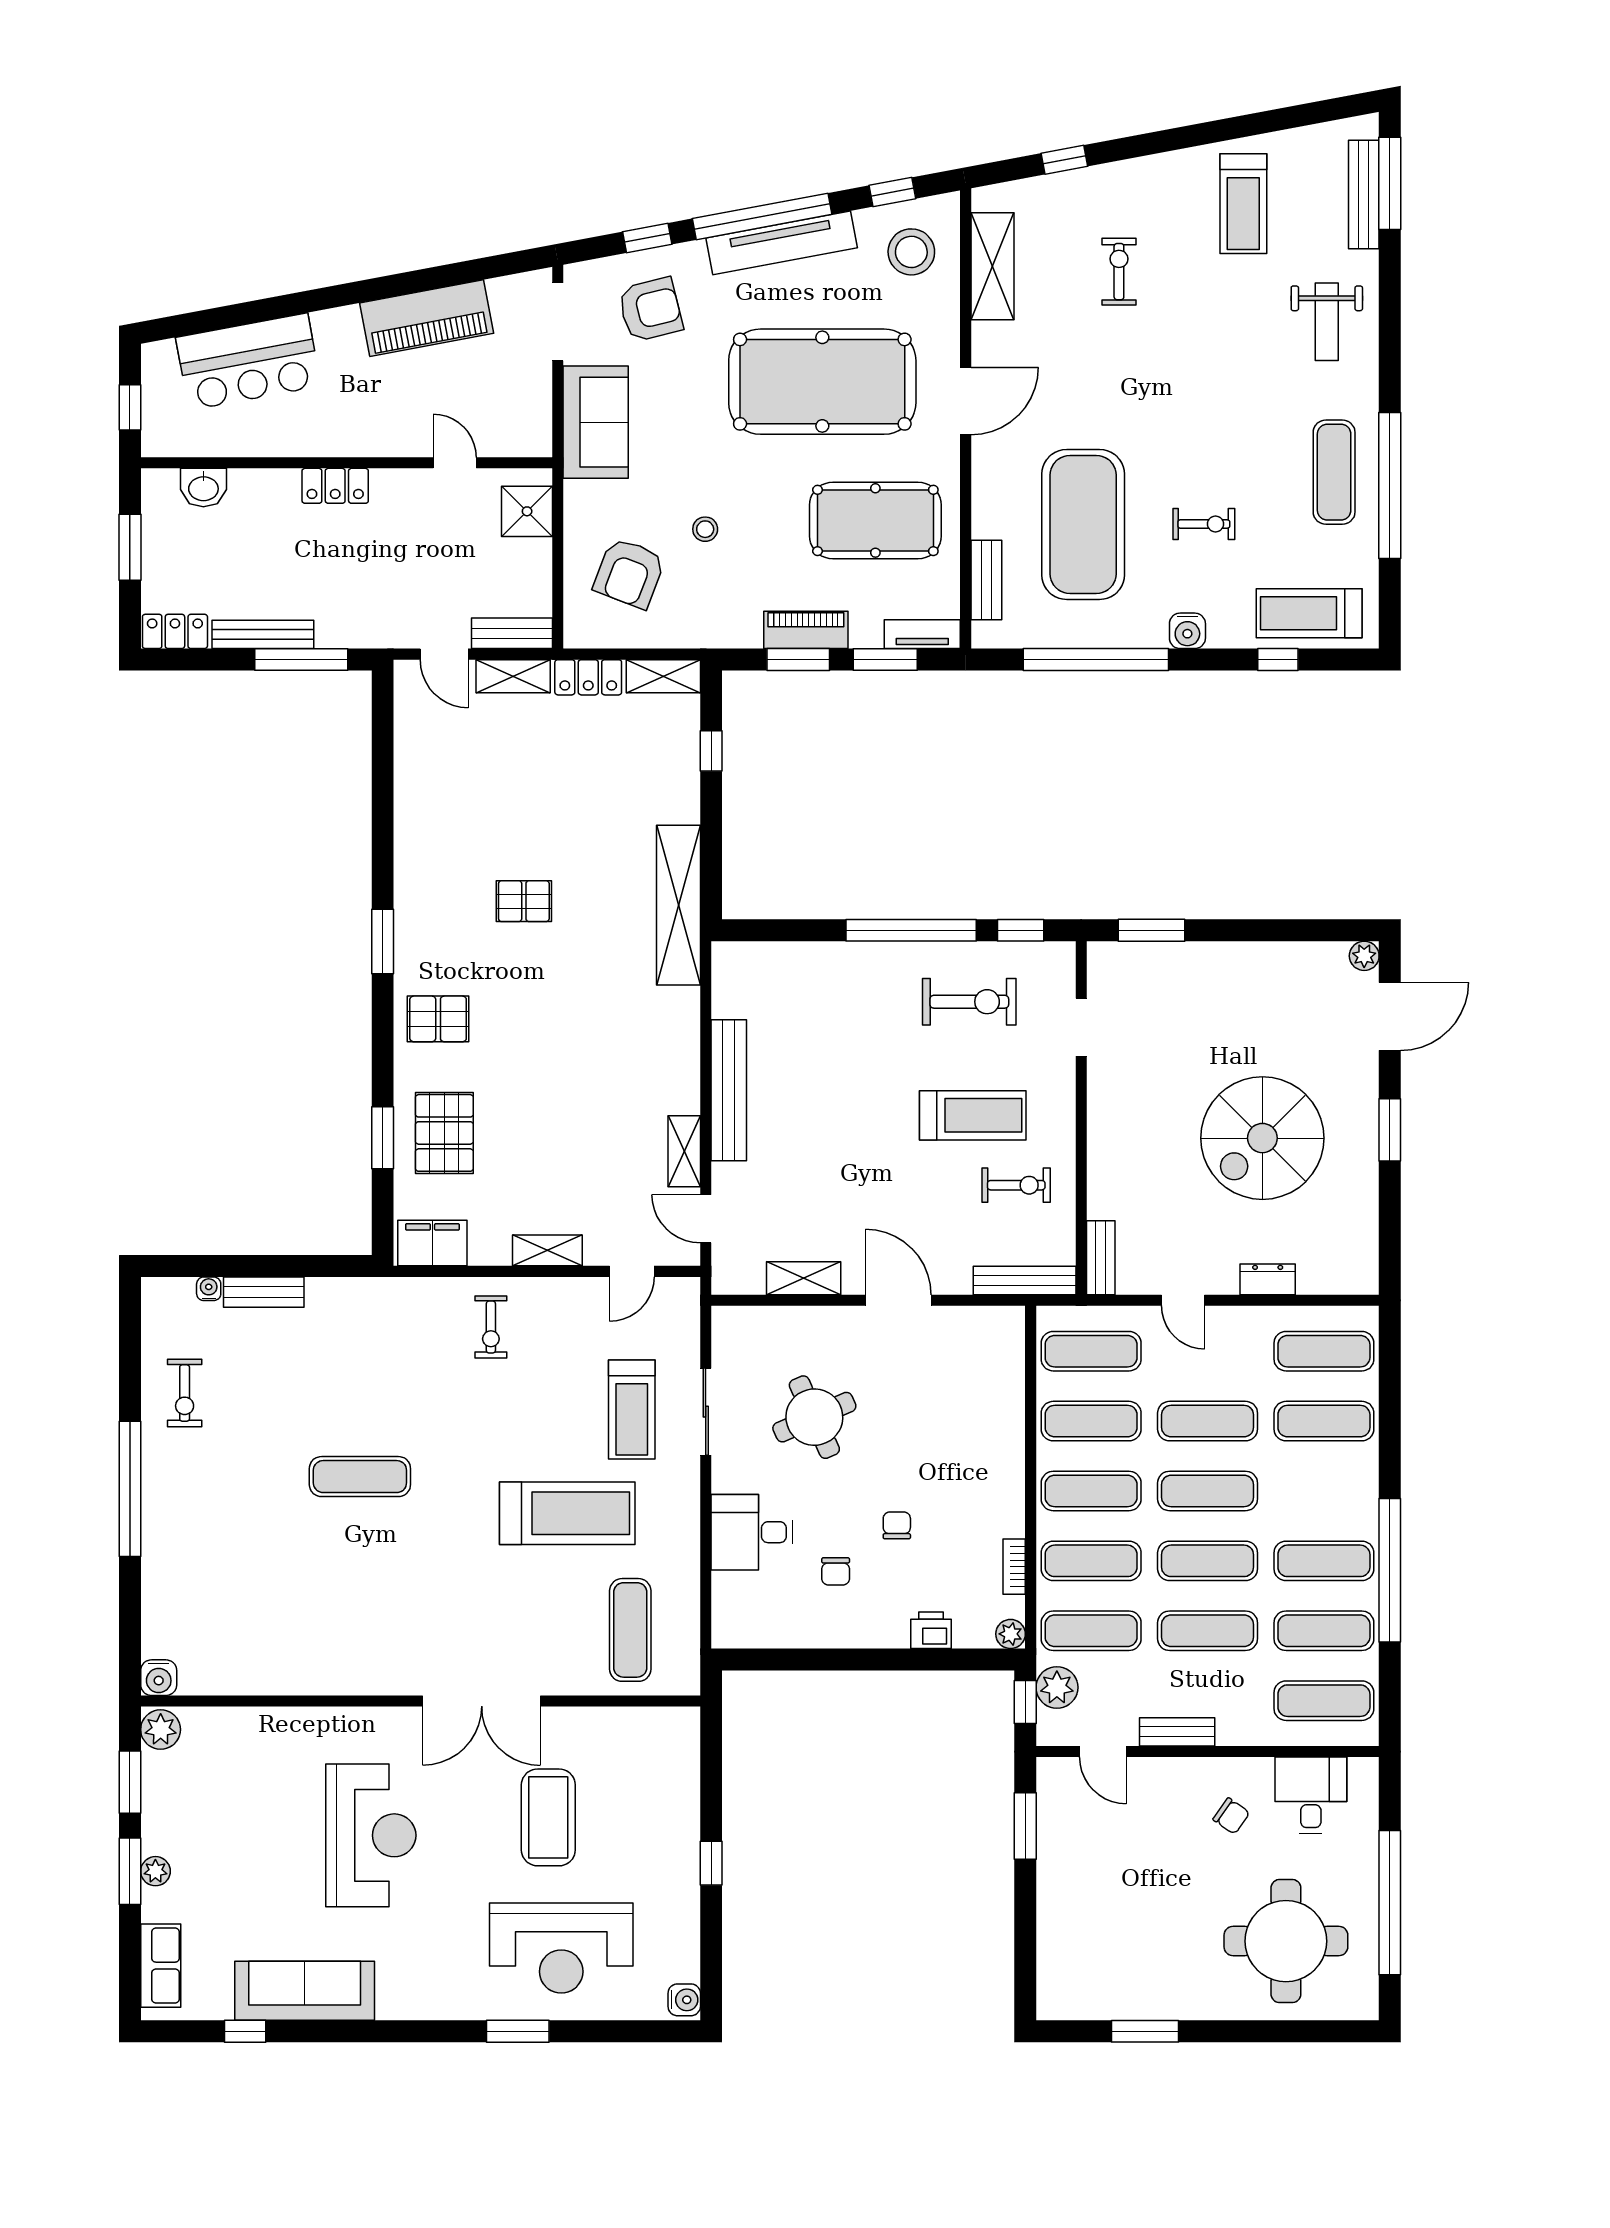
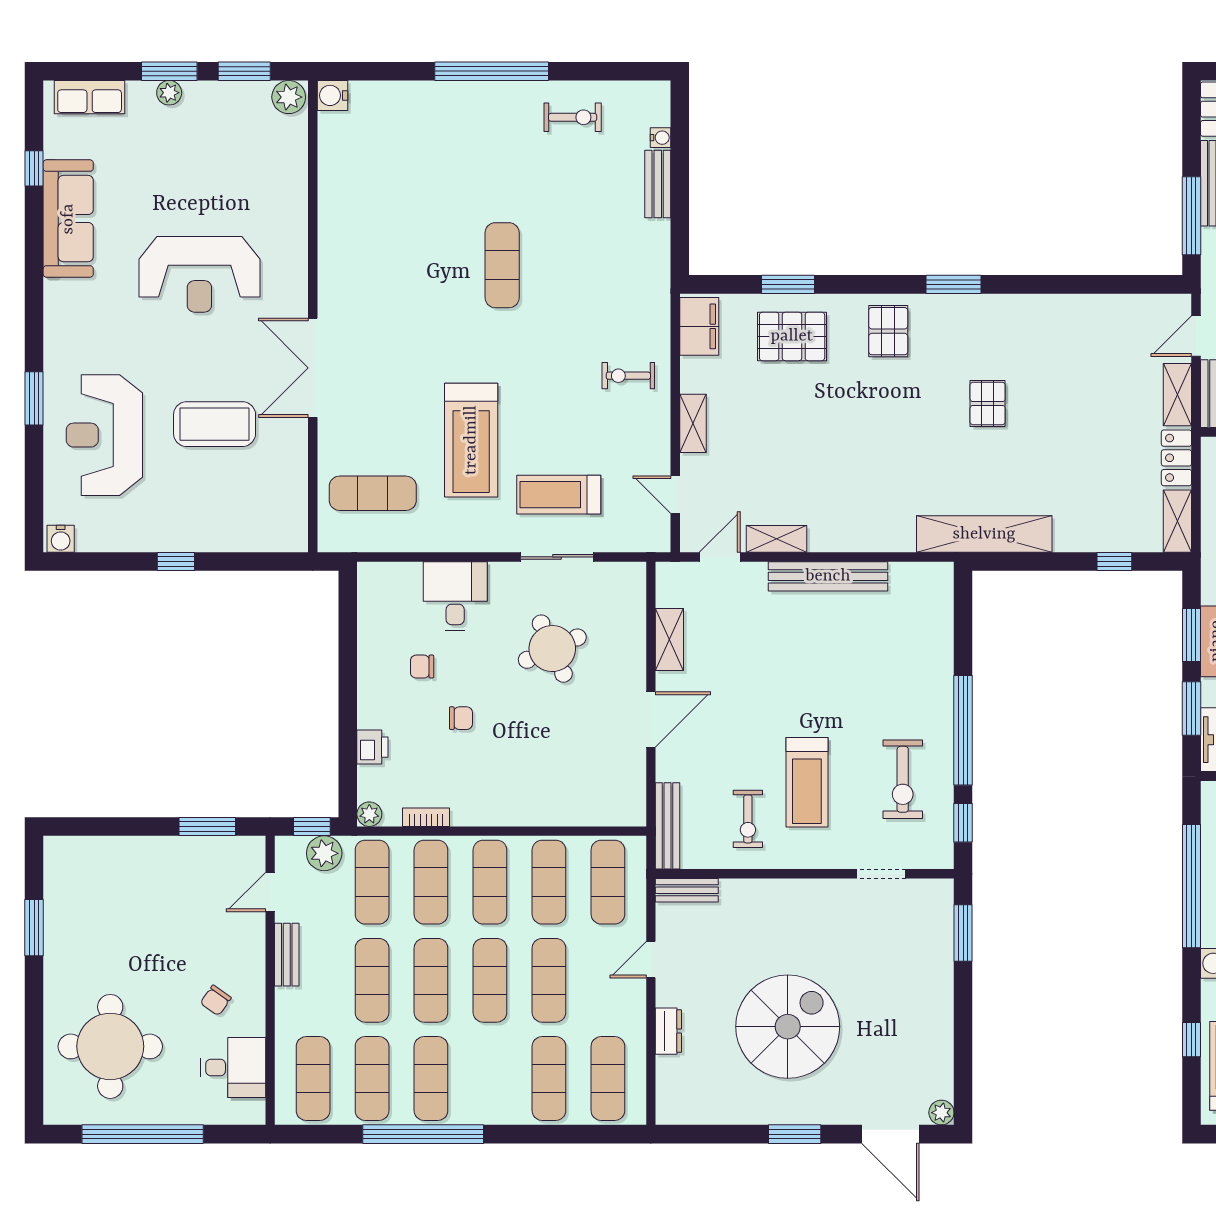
spiral stairs: (1262, 1138) -> (788, 1027), turned 90
exercise bike: (185, 1393) -> (573, 117), turned 180

